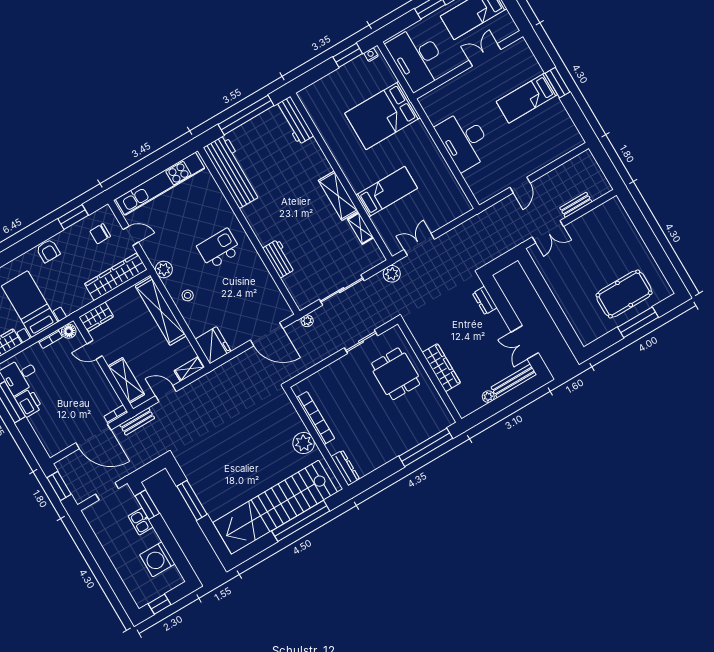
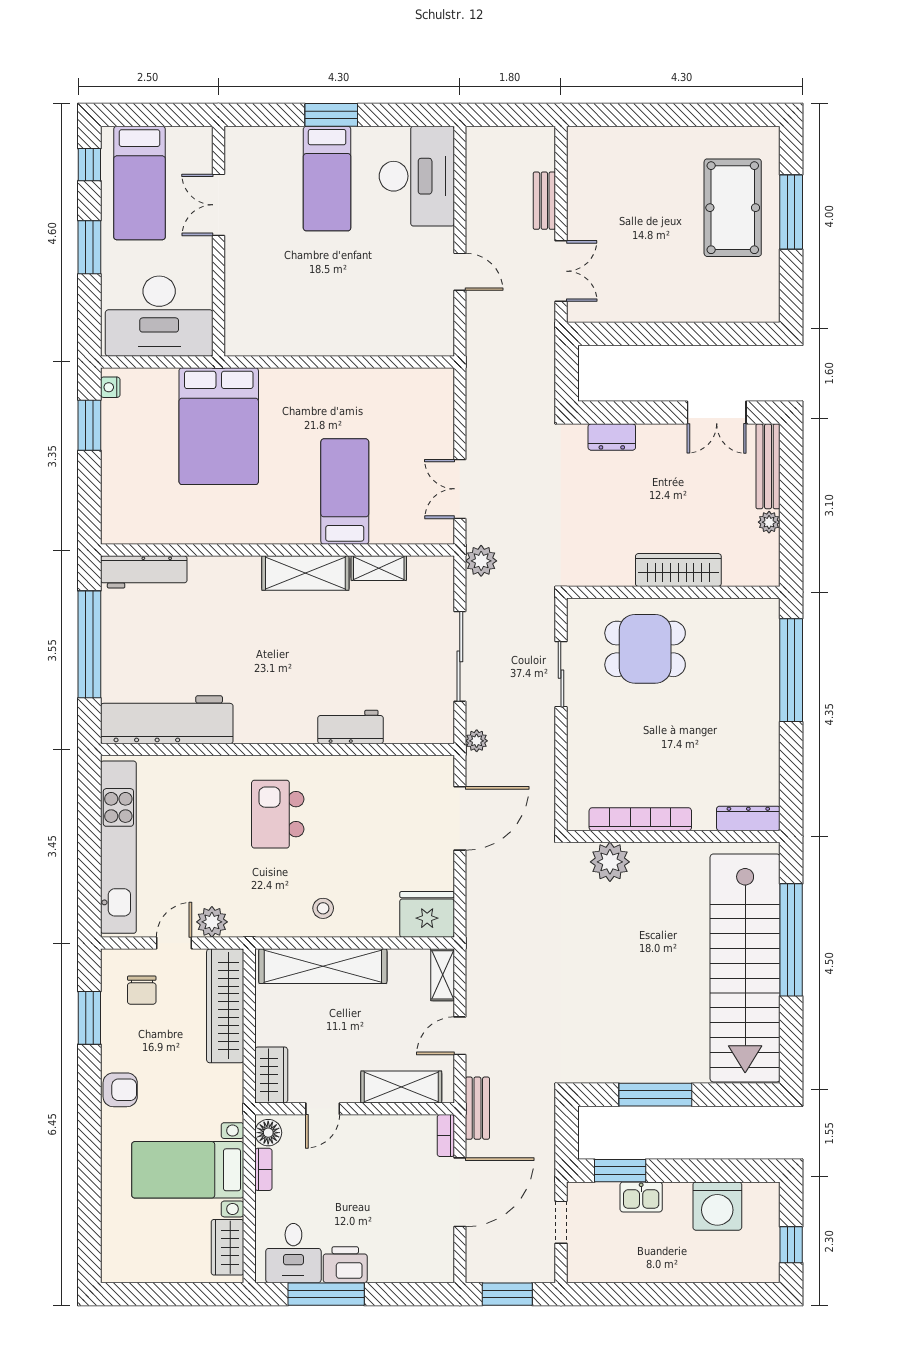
desk: (464, 140) -> (417, 176), moved, turned -90
plant: (164, 269) -> (212, 922), moved
plant: (304, 443) -> (610, 862), moved

